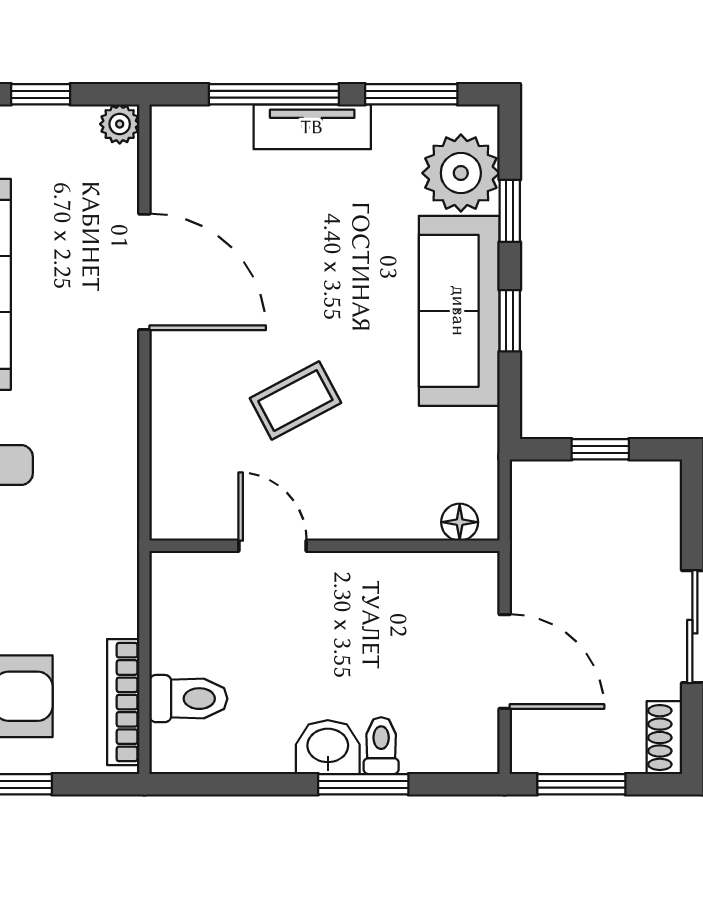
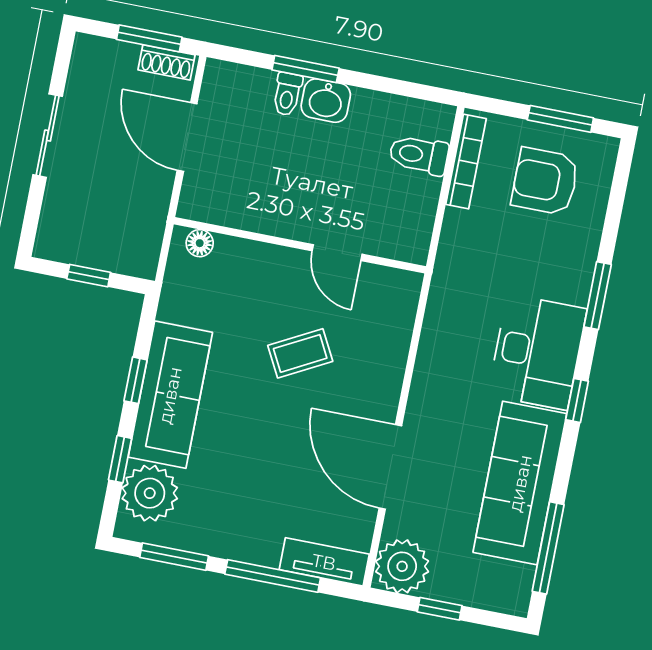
plant: (120, 124) -> (402, 566), width x1.87, depth x1.87
tv unit: (312, 127) -> (324, 562), moved
shoe rack: (664, 738) -> (167, 62), moved, turned 90

